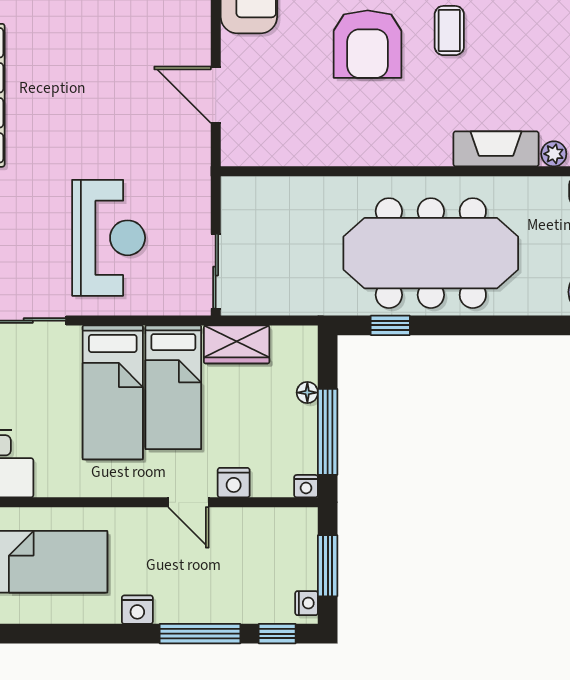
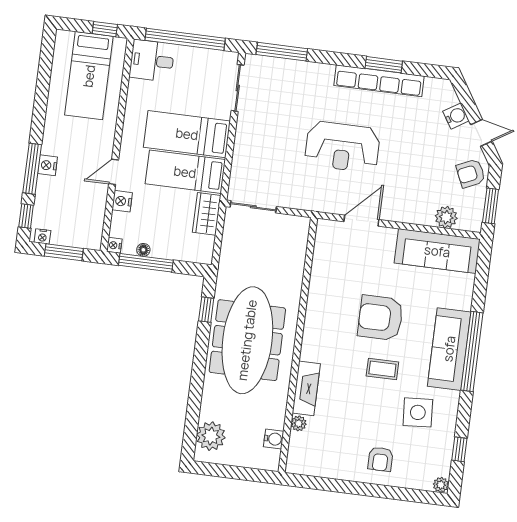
reception desk: (109, 238) -> (342, 147), moved
floor lamp: (307, 393) -> (143, 250), moved
nightstand: (137, 610) -> (48, 165), moved

